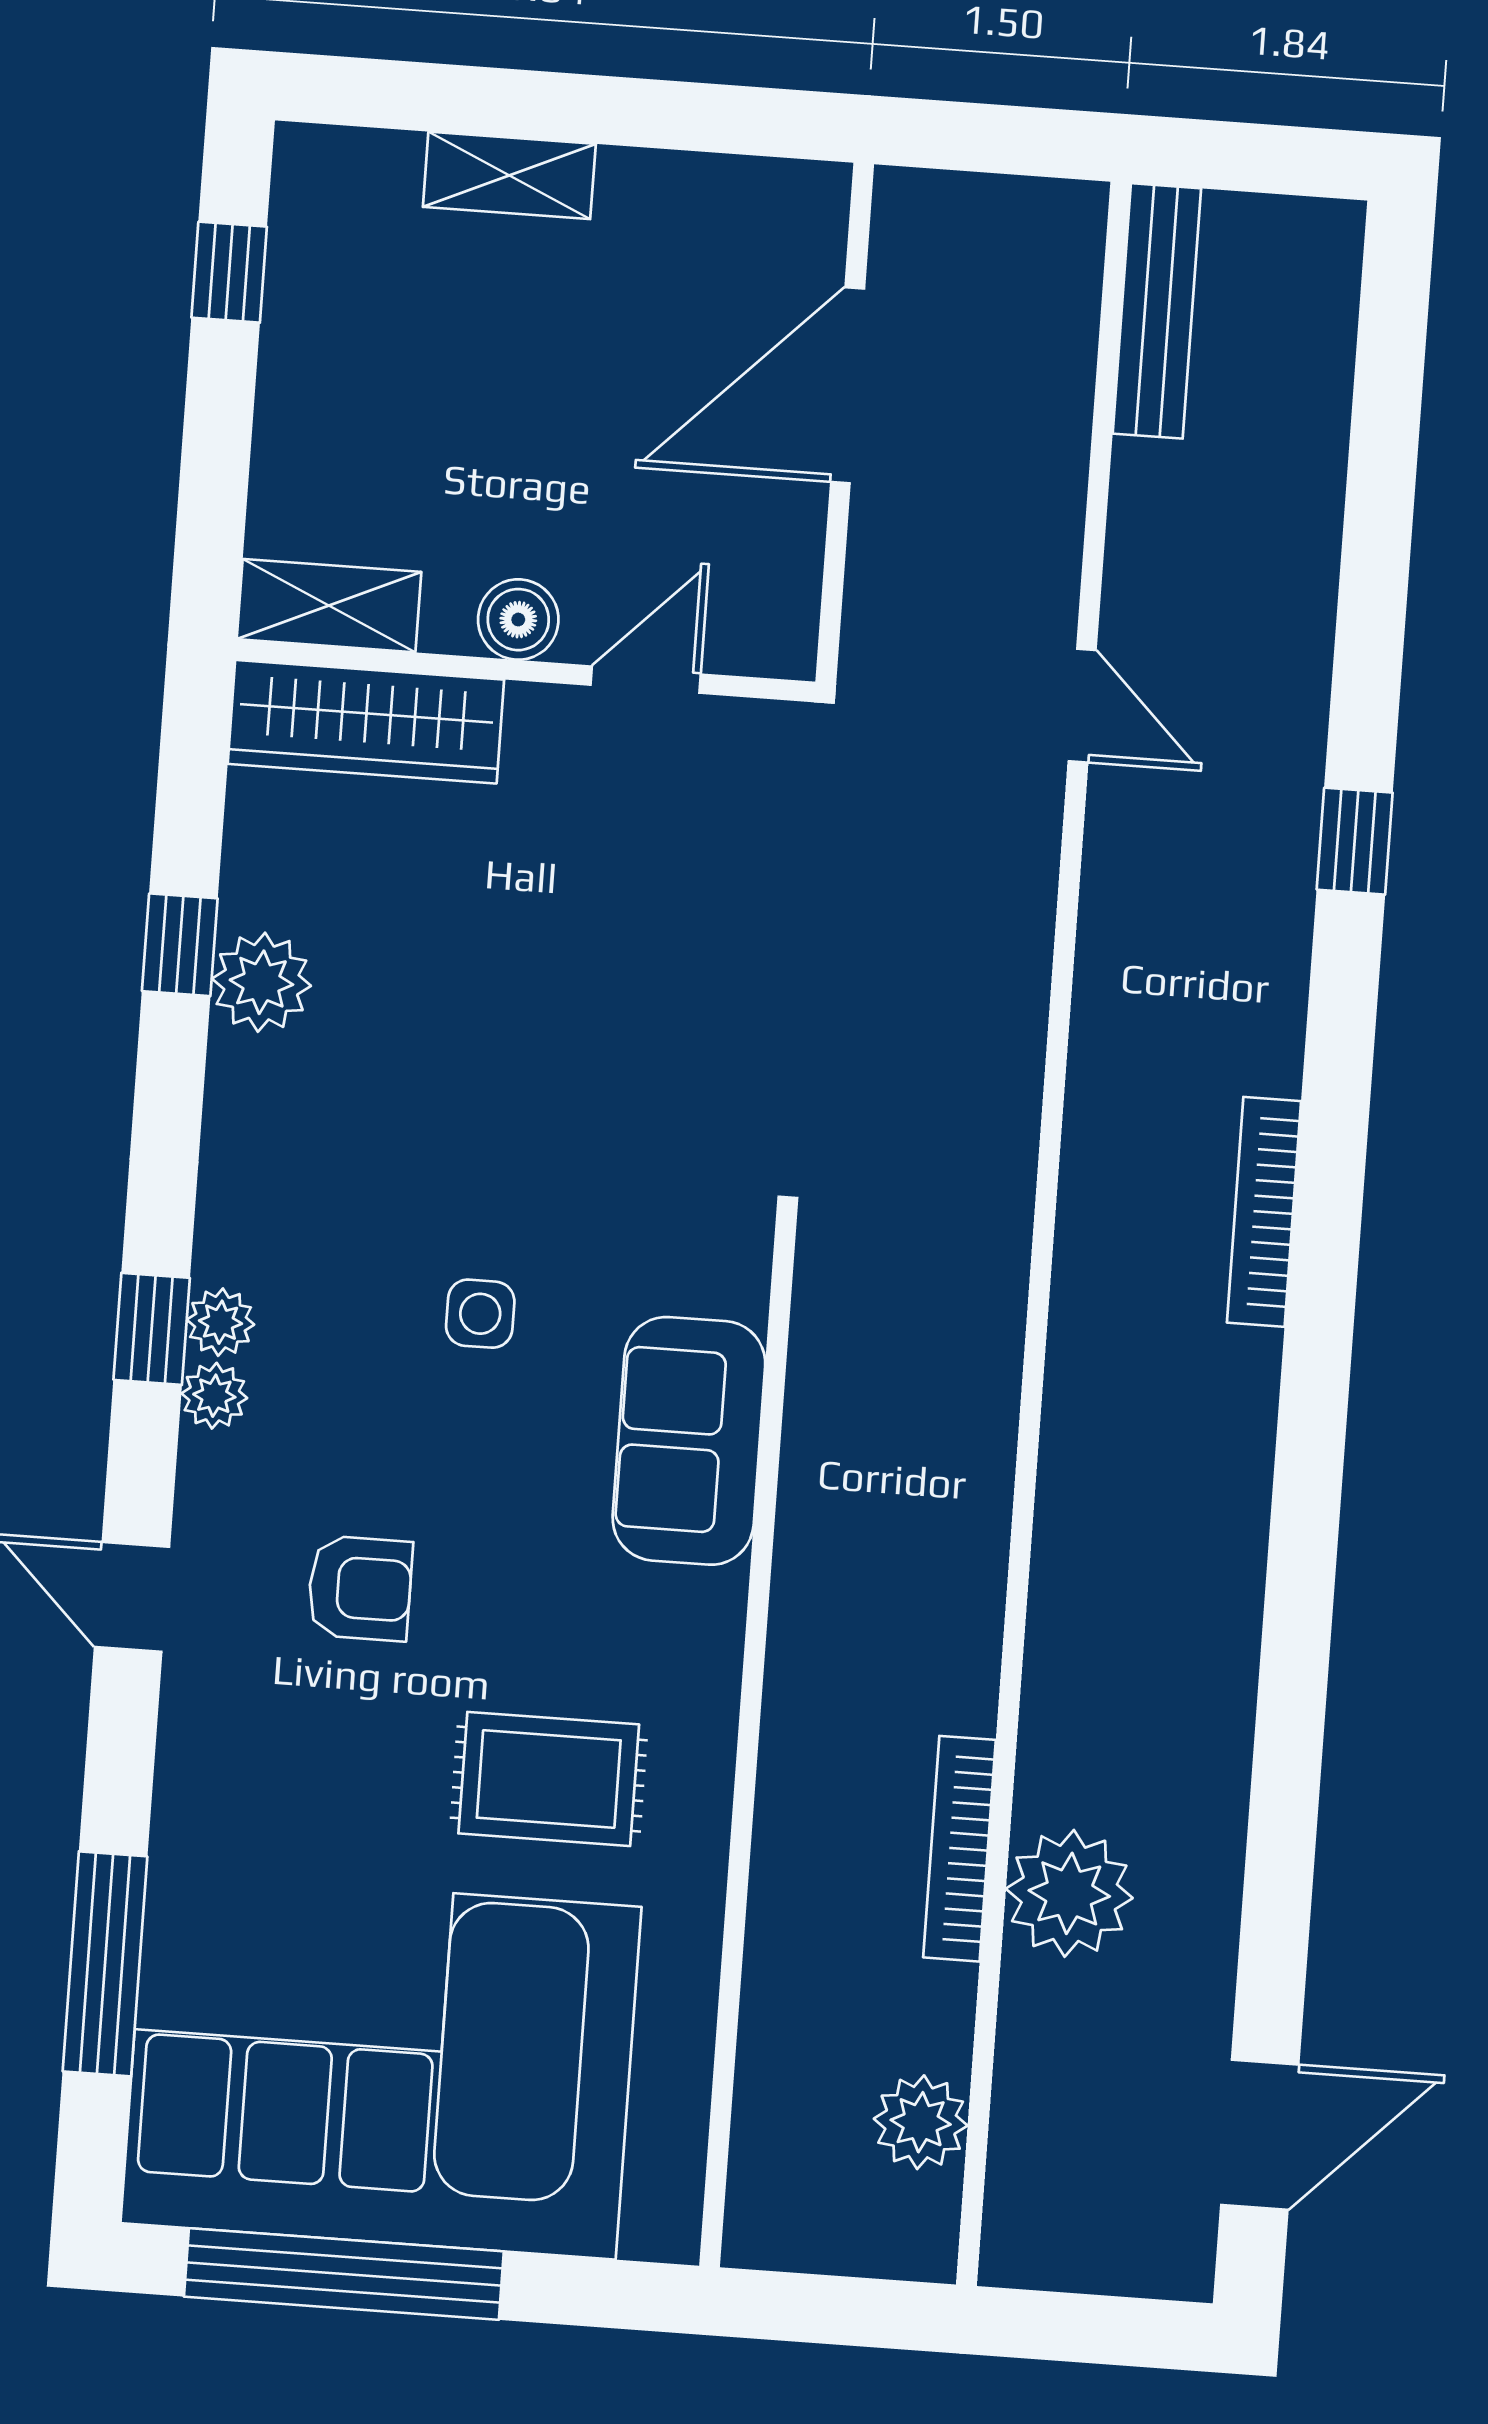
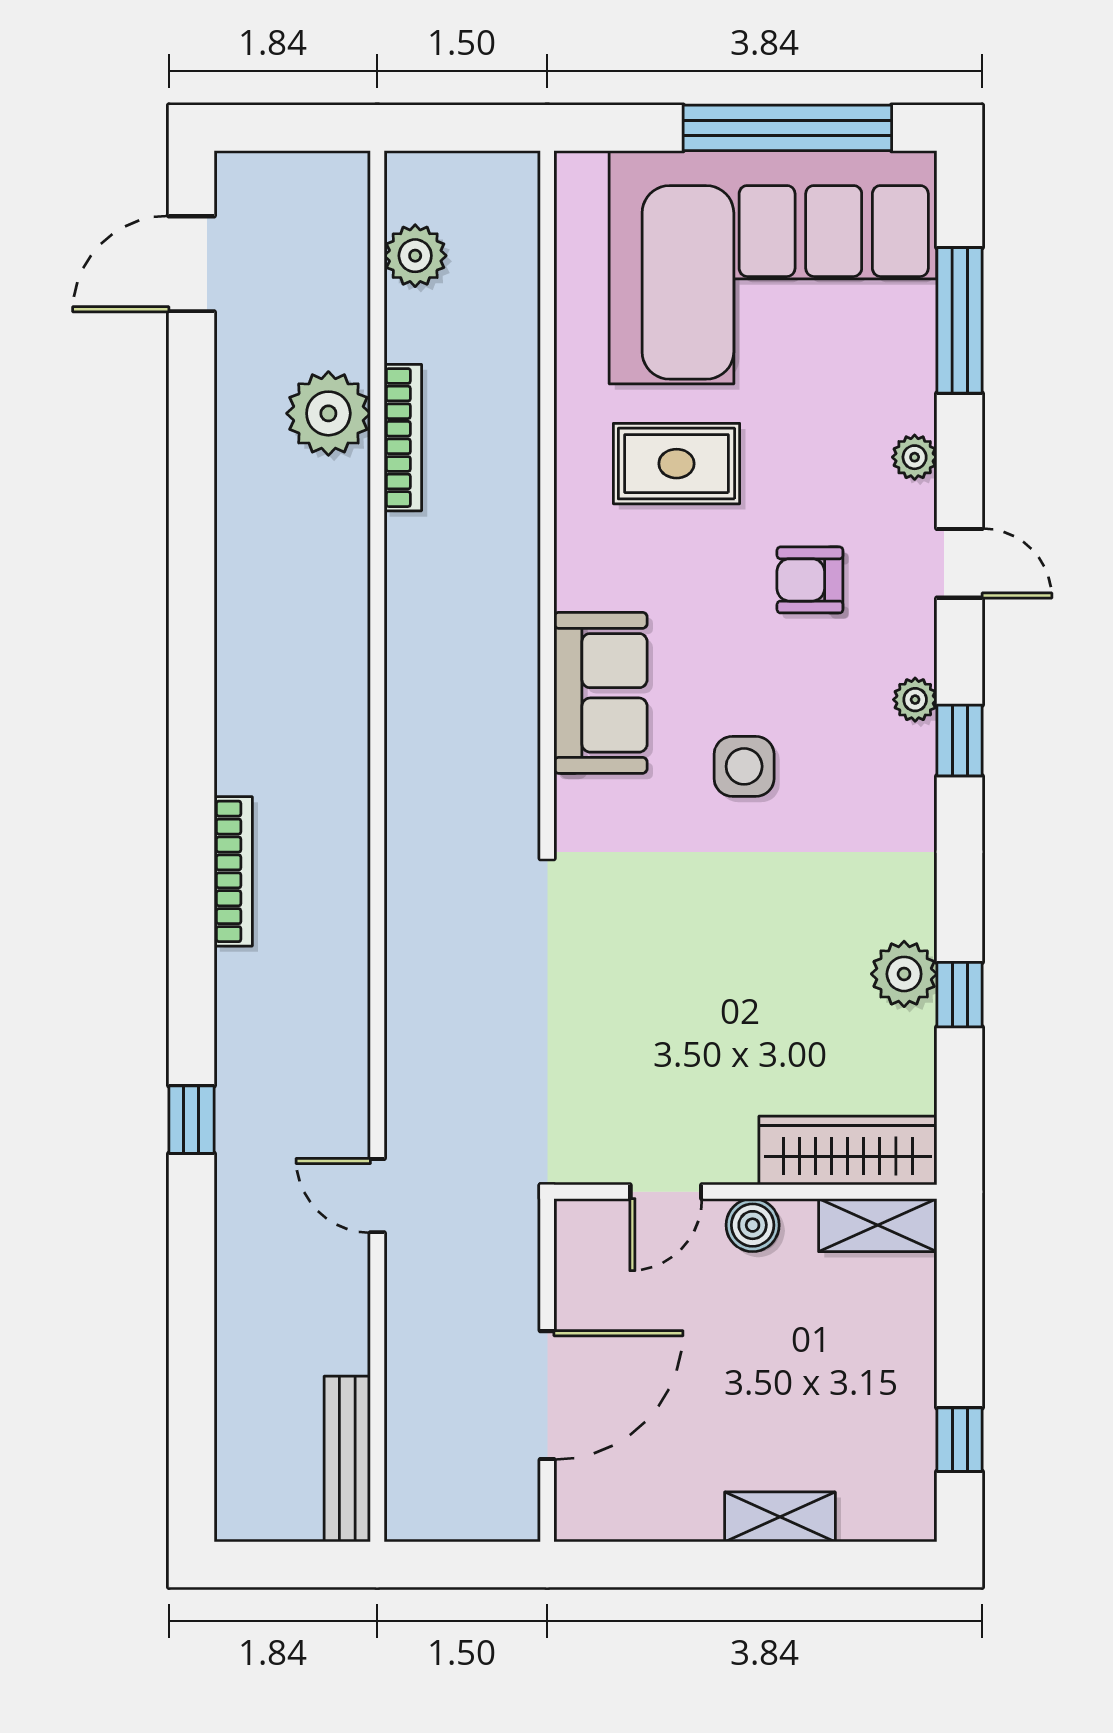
side table: (480, 1314) -> (744, 766), width x1.37, depth x1.37
plant: (220, 1322) -> (915, 457), moved

